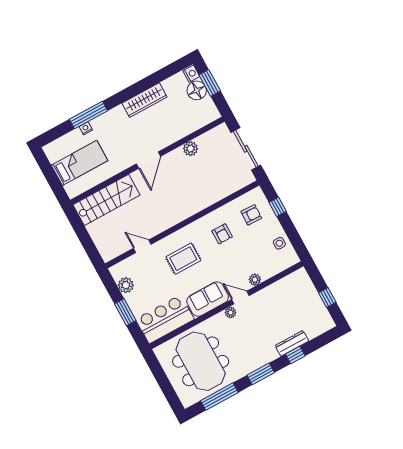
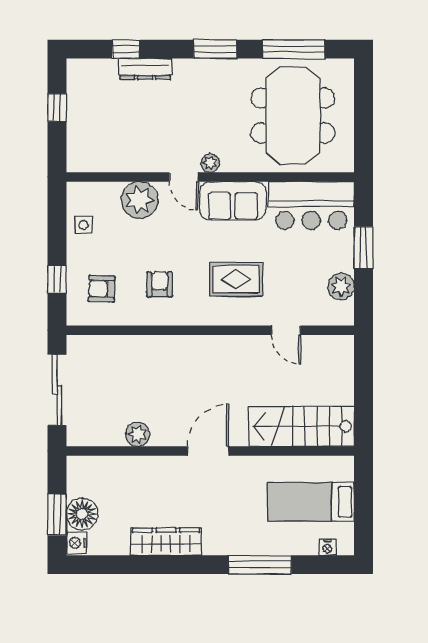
nightstand: (86, 128) -> (327, 547), moved
plant: (255, 280) -> (140, 200), width x1.87, depth x1.87
window: (295, 355) -> (126, 49), moved

